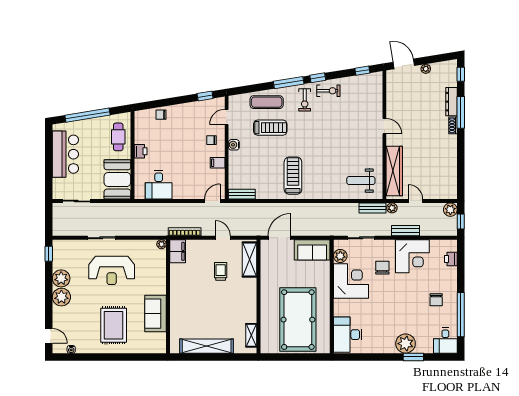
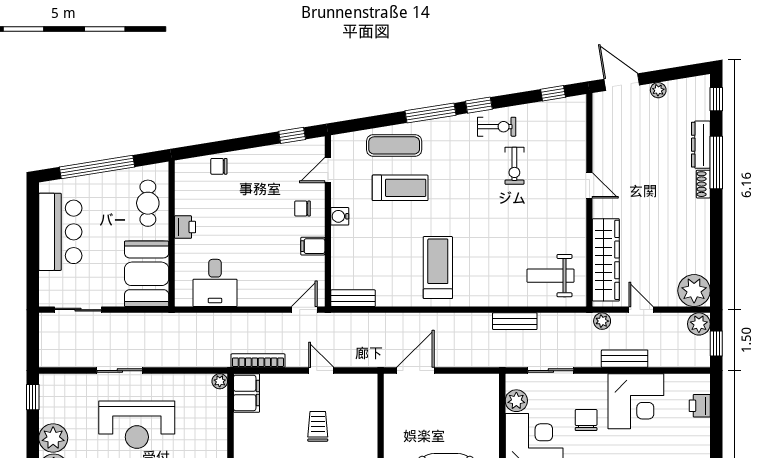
exercise bike: (305, 100) -> (514, 166), moved
plant: (447, 190) -> (694, 291), added
bench: (373, 208) -> (515, 321), moved
sofa: (312, 250) -> (470, 391), removed
shelving: (250, 259) -> (366, 407), removed

